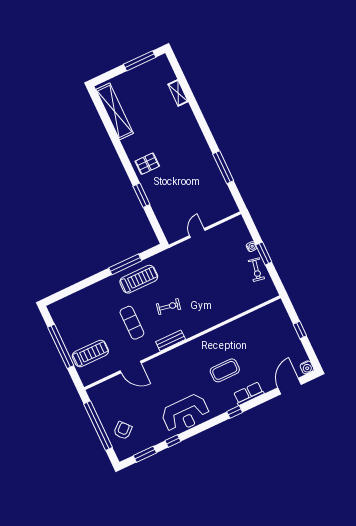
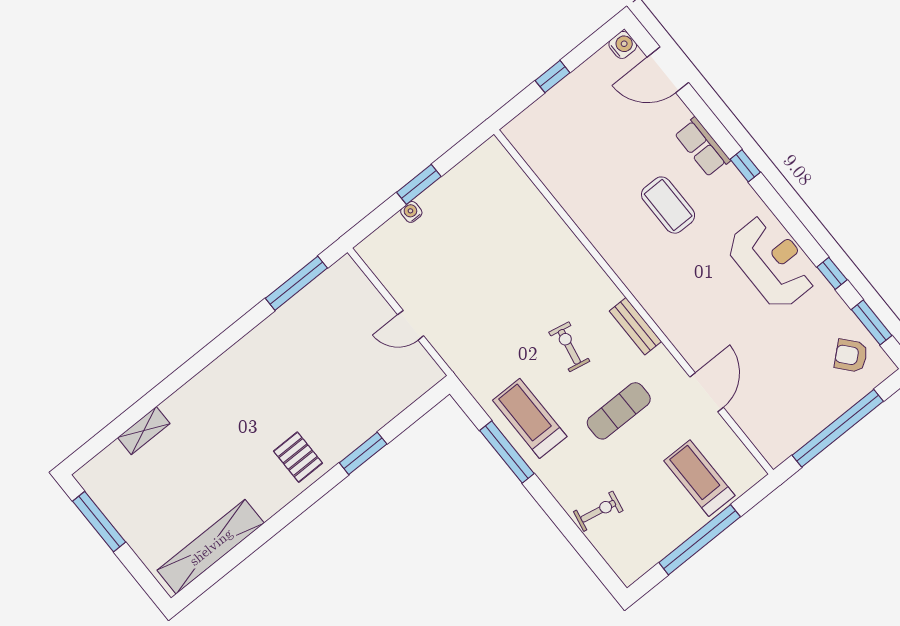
window: (223, 167) -> (296, 283), moved
exercise bike: (256, 270) -> (598, 511), moved
armchair: (123, 430) -> (851, 356), moved

